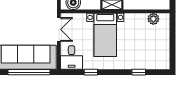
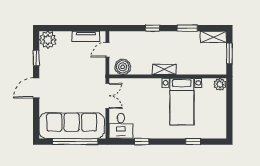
plant: (153, 19) -> (220, 84), moved
bed with nightstands: (105, 35) -> (182, 102), moved

